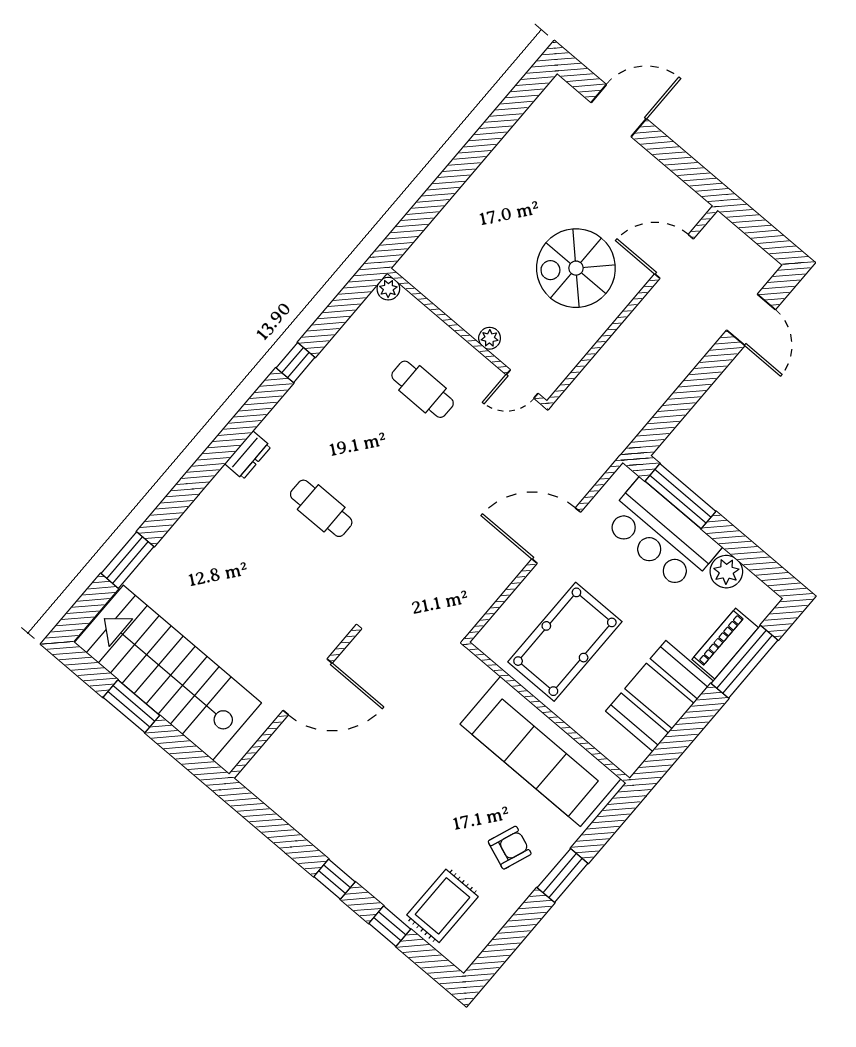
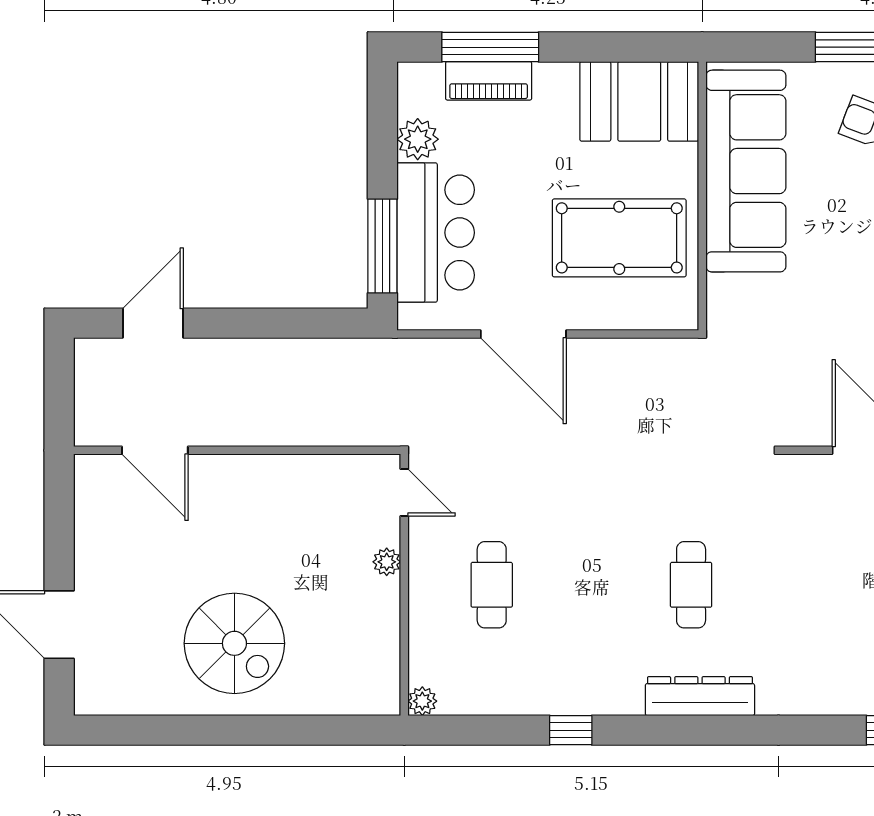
spiral stairs: (576, 268) -> (234, 643), moved
dresser: (248, 455) -> (700, 696), width x1.96, depth x1.24
booth: (659, 696) -> (639, 101), moved

